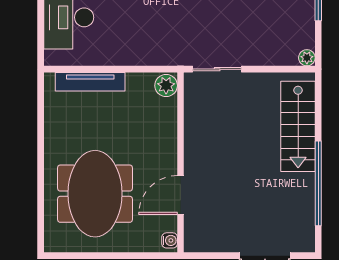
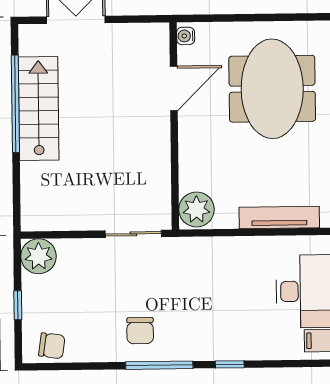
plant: (307, 58) -> (39, 256), width x1.88, depth x1.88
plant: (166, 86) -> (196, 209), width x1.36, depth x1.36
stairs: (298, 126) -> (39, 108), moved

